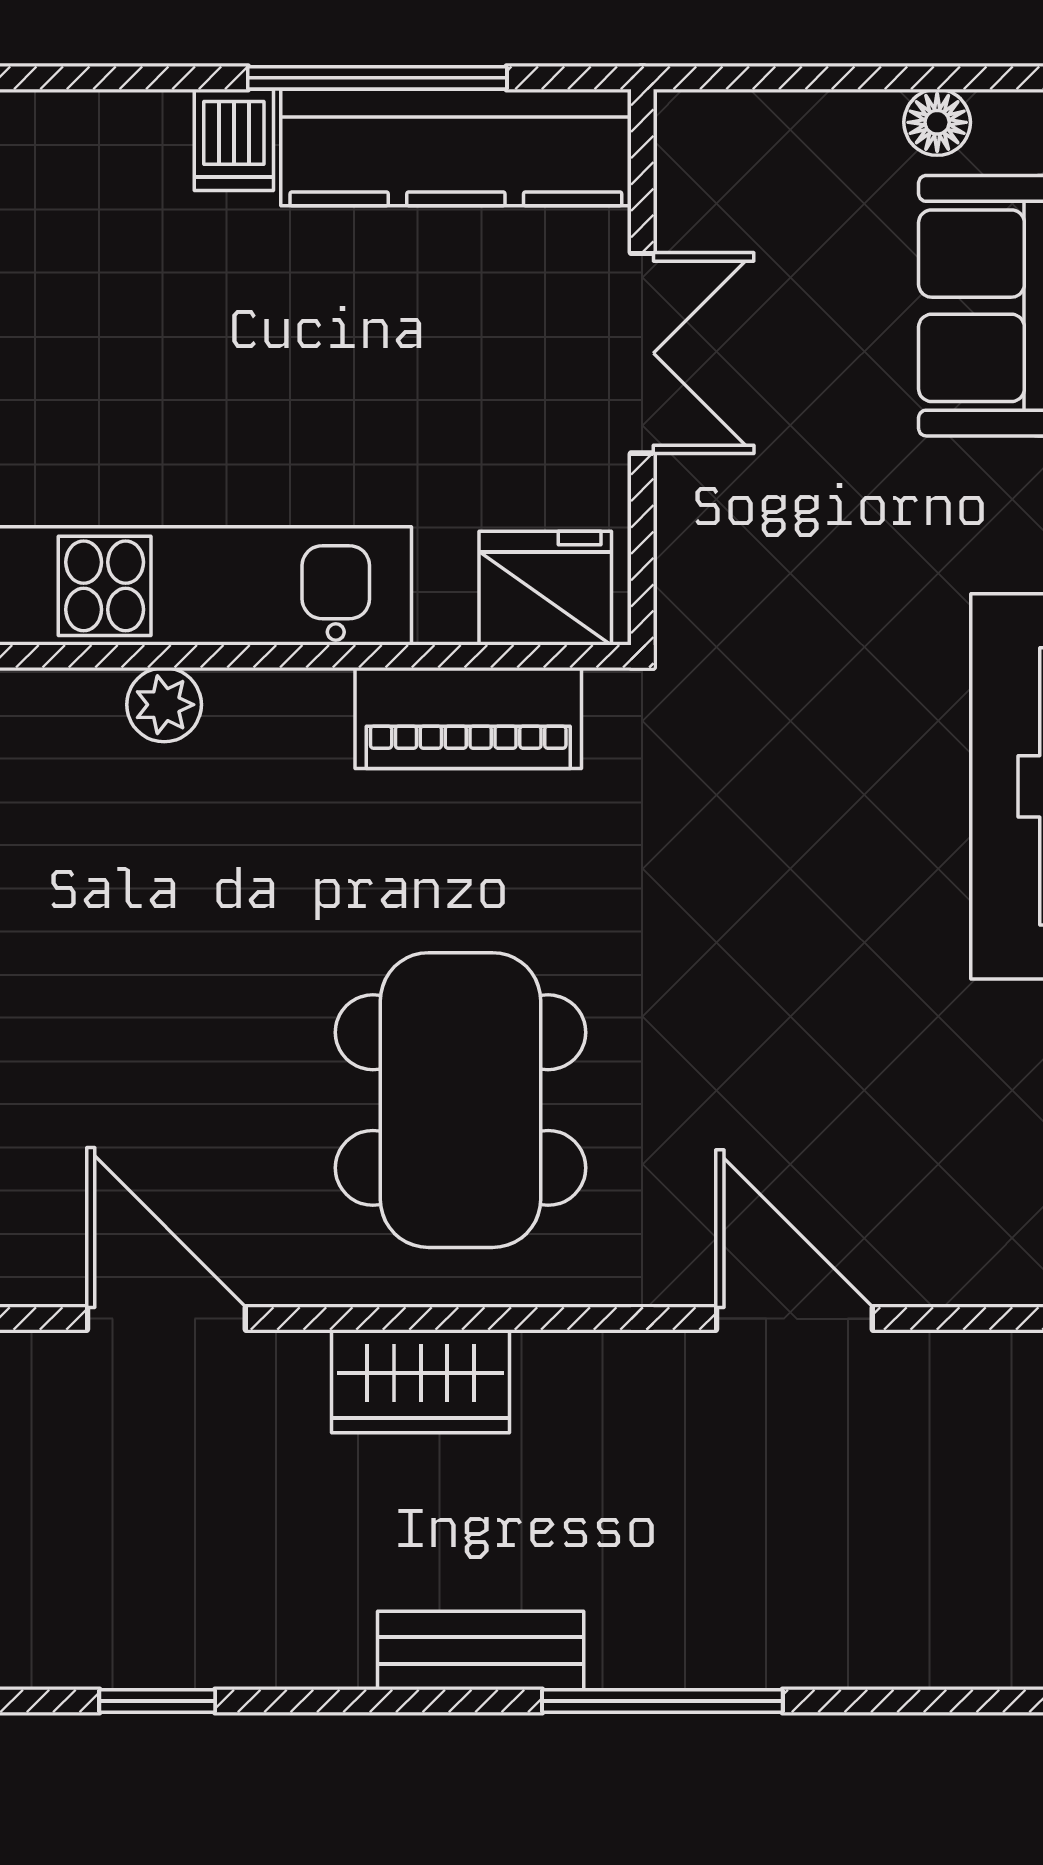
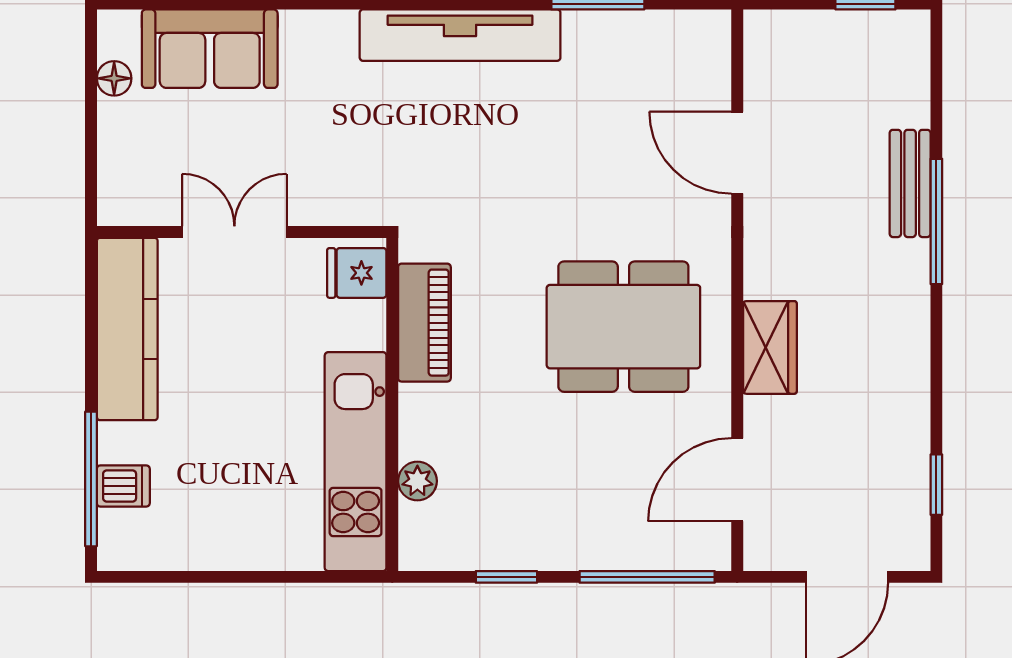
window: (377, 78) -> (91, 479), moved
dishwasher: (234, 140) -> (123, 486), moved
fridge: (545, 588) -> (357, 273), width x0.72
door: (794, 1319) -> (737, 153), hinge flipped
bench: (481, 1650) -> (910, 183), moved

